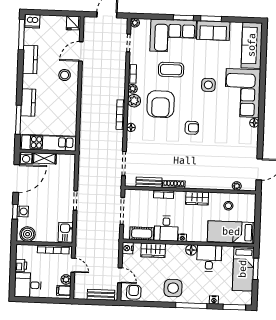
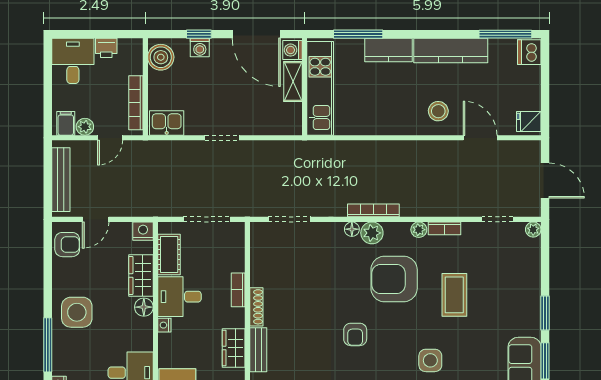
corner sofa: (173, 36) -> (513, 296), removed
kitchen counter: (30, 59) -> (451, 50), width x1.50
plant: (134, 101) -> (372, 233), moved
bench: (149, 182) -> (258, 350), moved
floor lamp: (191, 250) -> (144, 307), moved
bench: (101, 295) -> (61, 180), width x1.36

